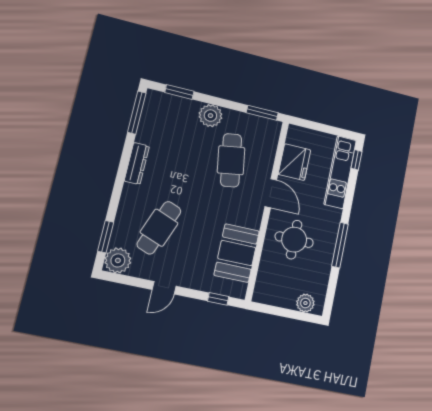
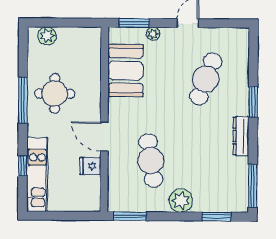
window: (356, 160) -> (23, 166), moved
fridge: (294, 162) -> (90, 166), width x0.53, depth x0.75
window: (106, 237) -> (253, 102), moved
round table: (294, 240) -> (55, 94), moved
plant: (118, 260) -> (153, 34), moved, width x0.53, depth x0.53
window: (218, 299) -> (134, 23), width x1.50

